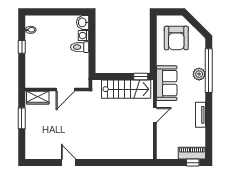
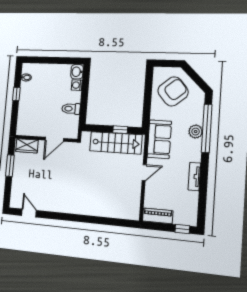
armchair: (176, 38) -> (173, 91), turned -130
toilet: (80, 47) -> (71, 109), moved
window: (141, 76) -> (120, 130), moved
piano: (192, 153) -> (158, 216), moved
door: (69, 163) -> (29, 213), moved

